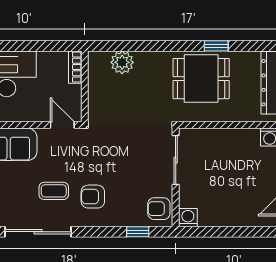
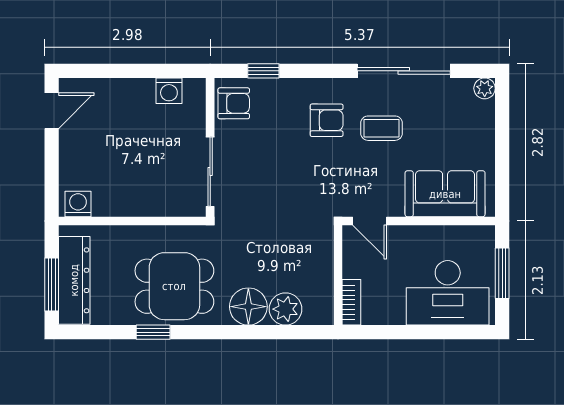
floor lamp: (149, 64) -> (248, 307), added
washing machine: (188, 218) -> (169, 91), moved

